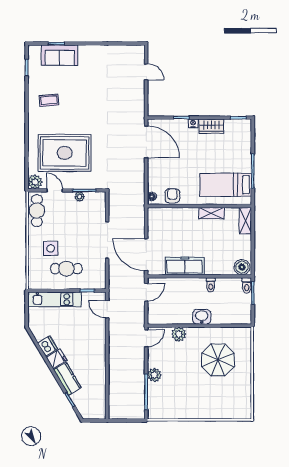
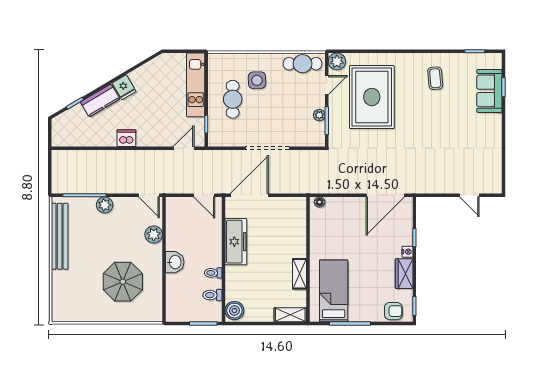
door: (146, 72) -> (469, 195), hinge flipped
armchair: (172, 196) -> (393, 311), moved
toilet: (247, 285) -> (212, 295), moved
dishwasher: (48, 346) -> (126, 138), moved, turned -149
bench: (180, 412) -> (60, 236), added

